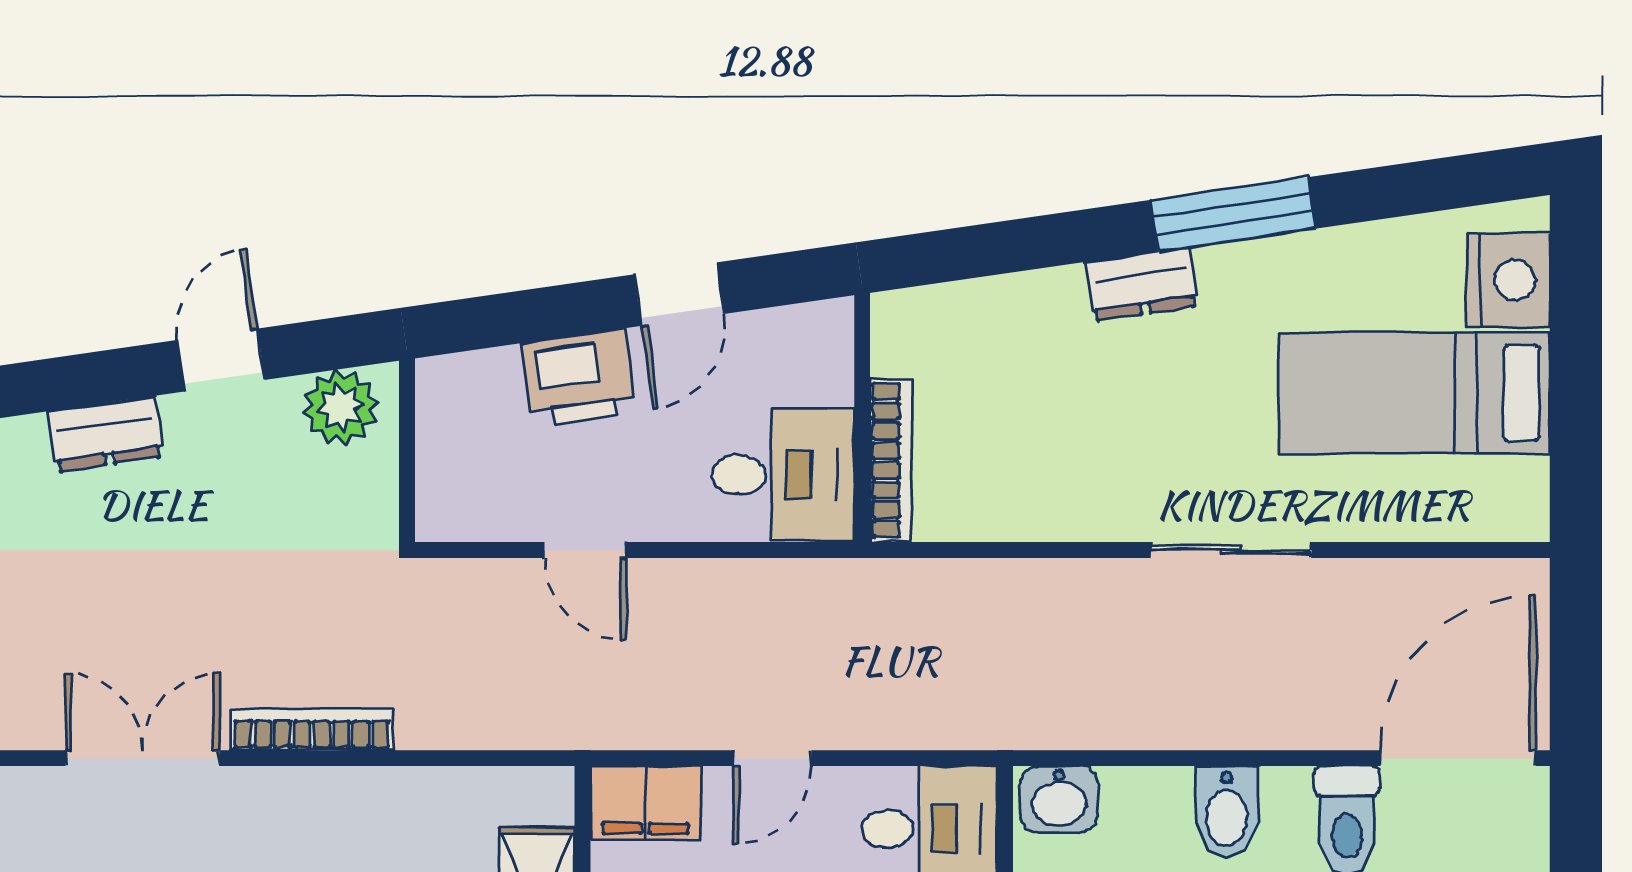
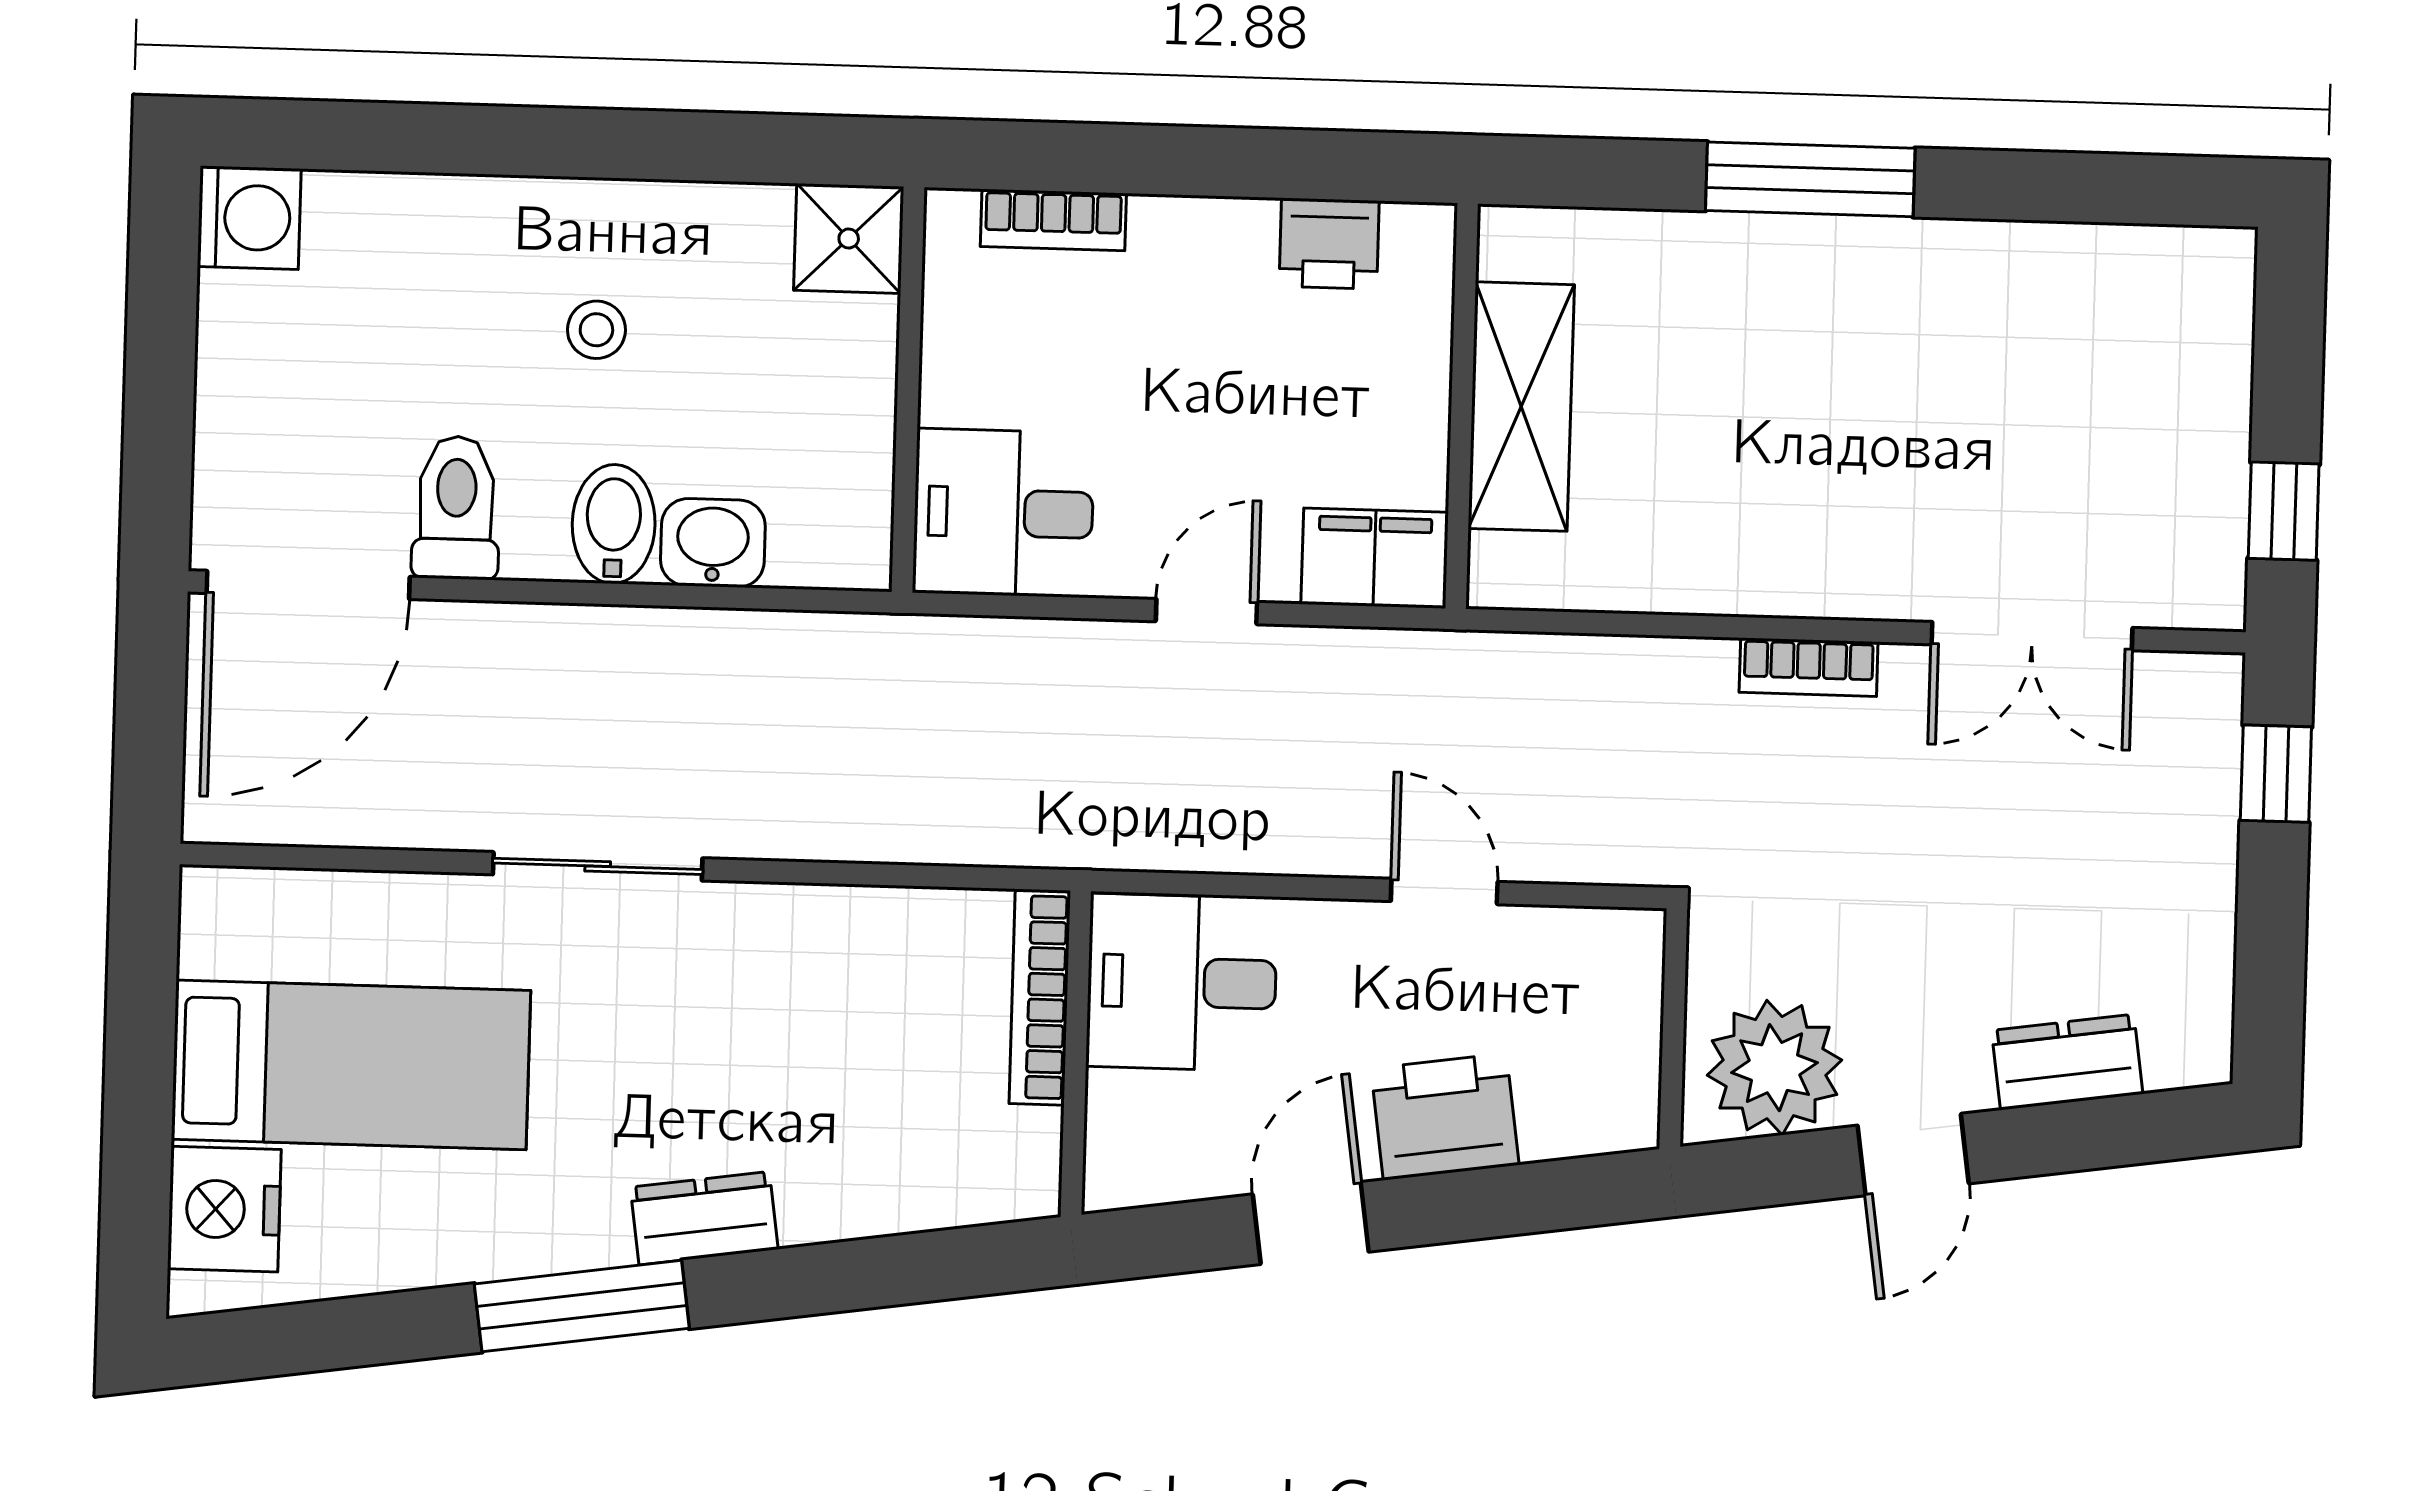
plant: (341, 407) -> (1775, 1068), width x1.36, depth x1.36
bookcase: (312, 729) -> (1809, 667), width x0.64
washbasin: (1059, 799) -> (713, 543), moved

